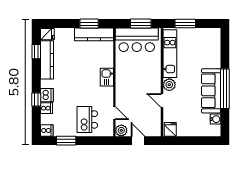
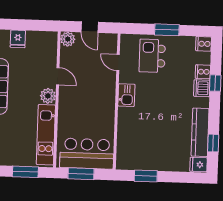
kitchen counter: (94, 34) -> (140, 162), removed
kitchen sink: (107, 77) -> (126, 95), moved
kitchen island: (87, 119) -> (152, 56), turned 180
fridge: (170, 129) -> (18, 39), moved
plant: (121, 130) -> (68, 39), moved
window: (66, 141) -> (167, 30), moved

